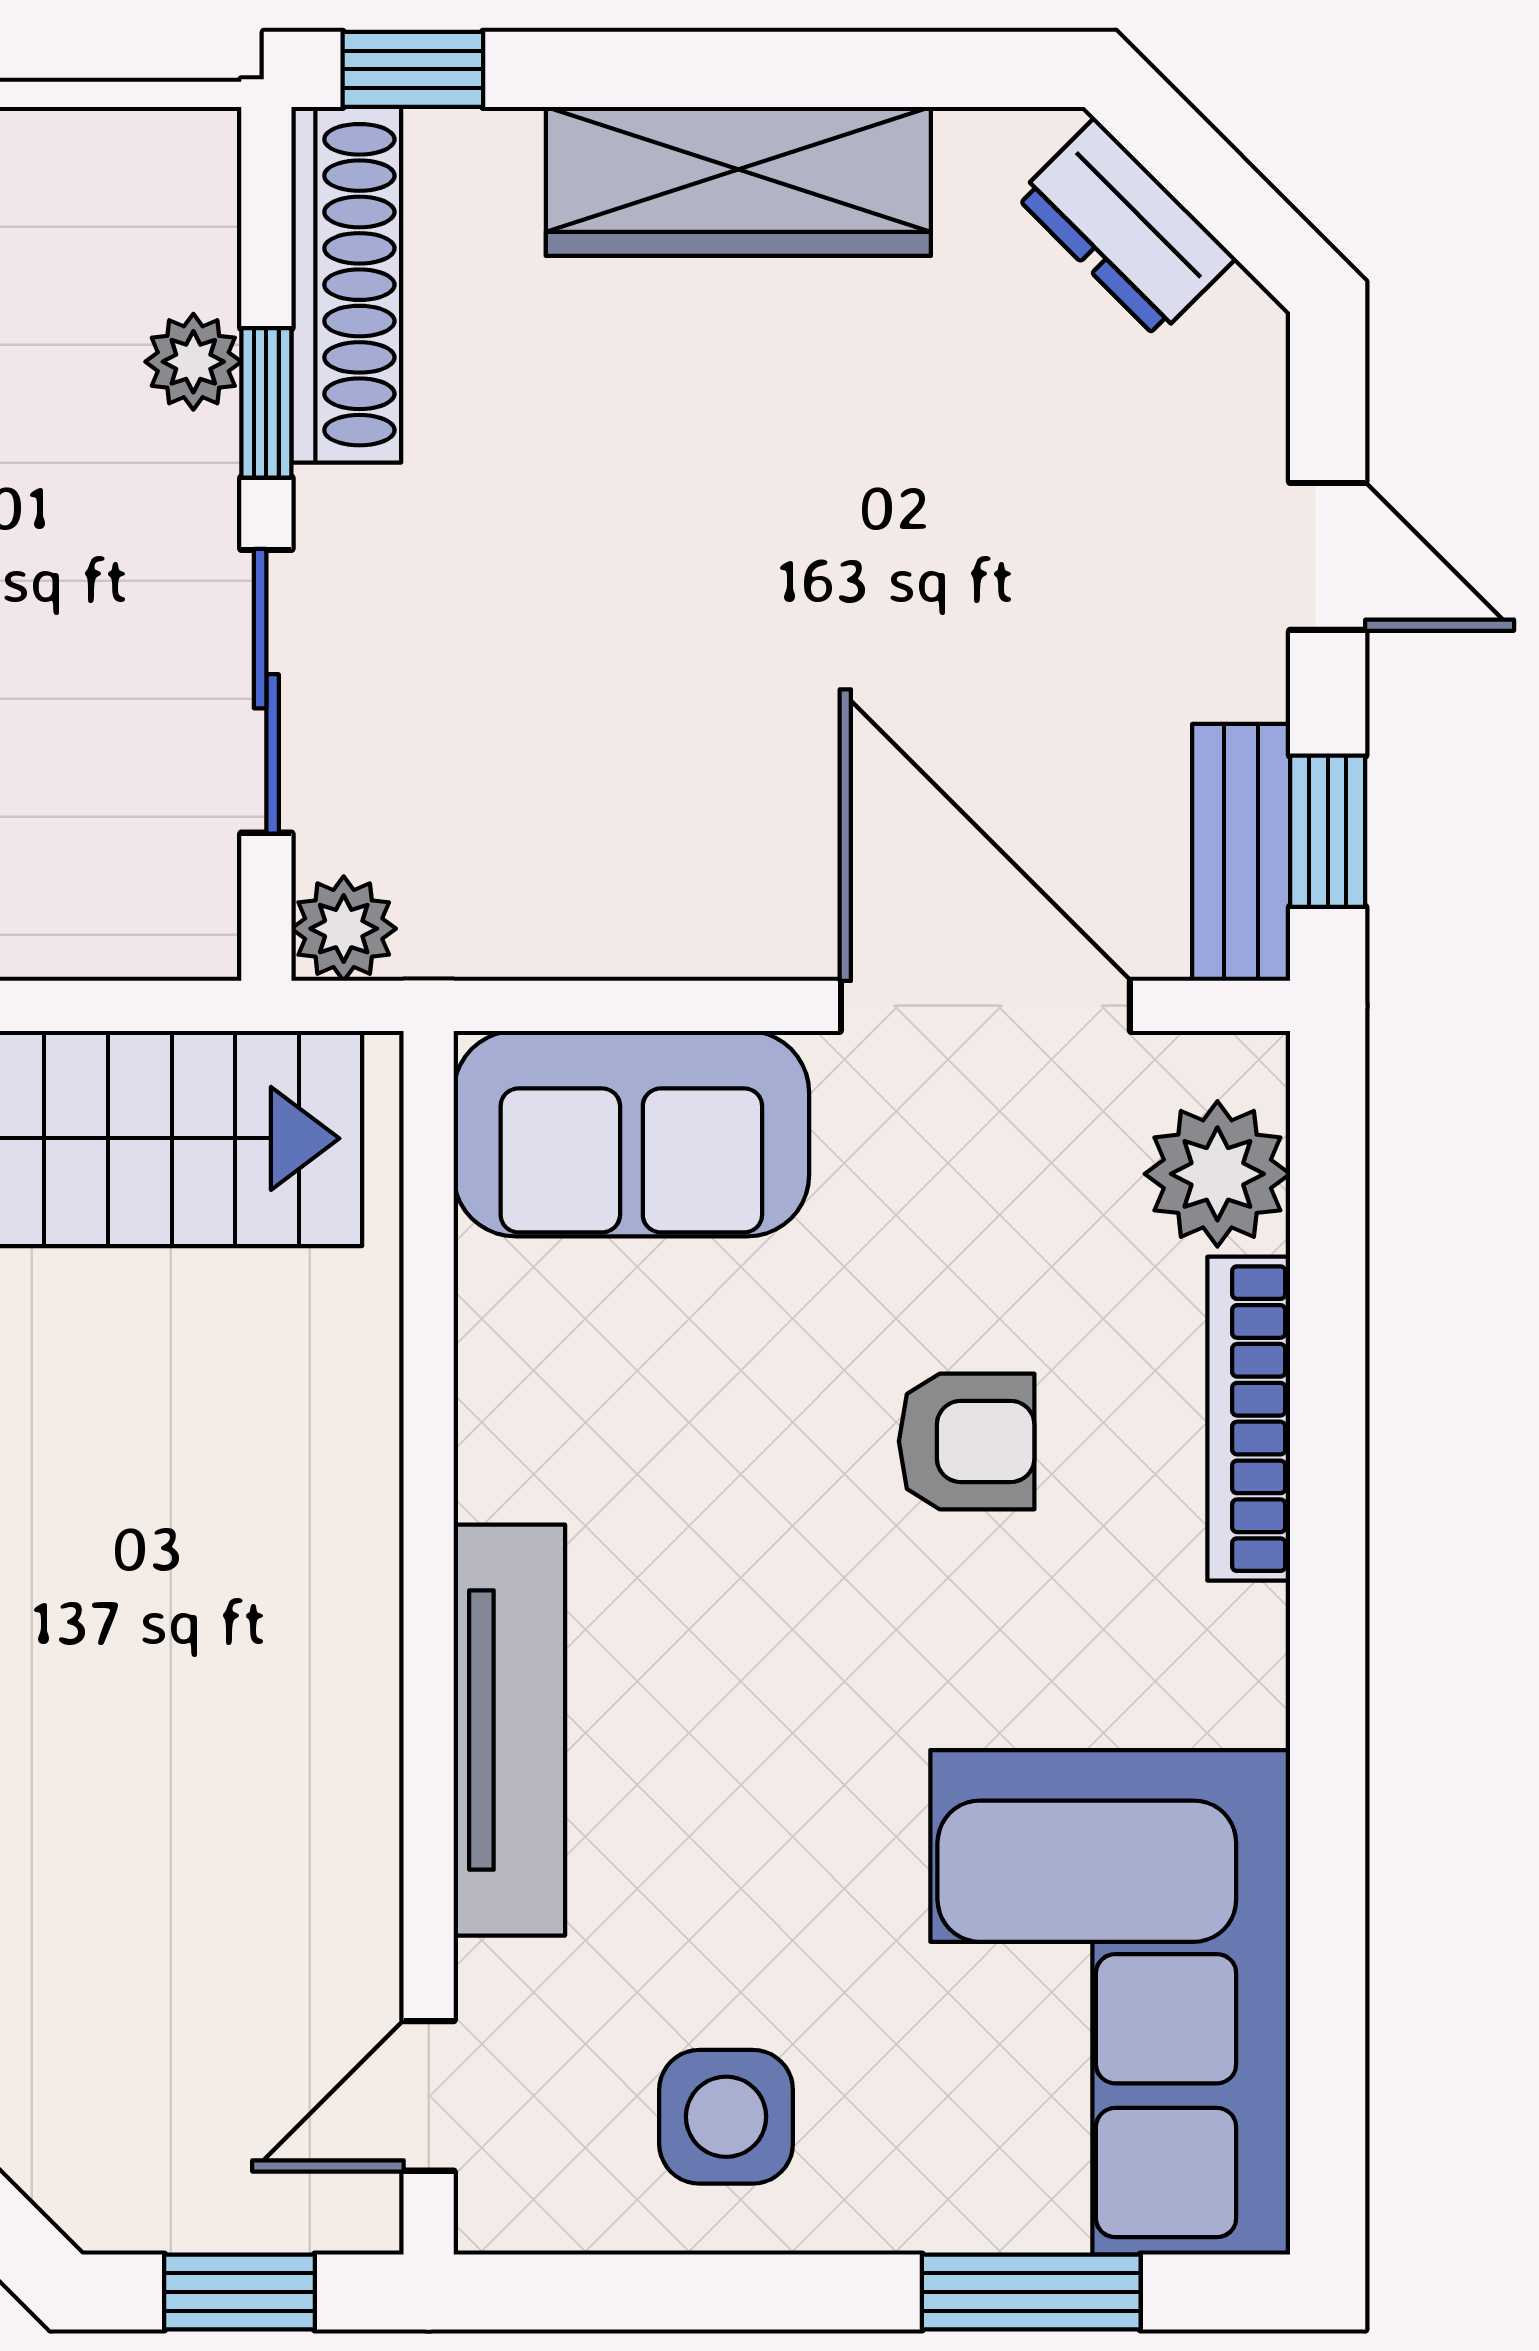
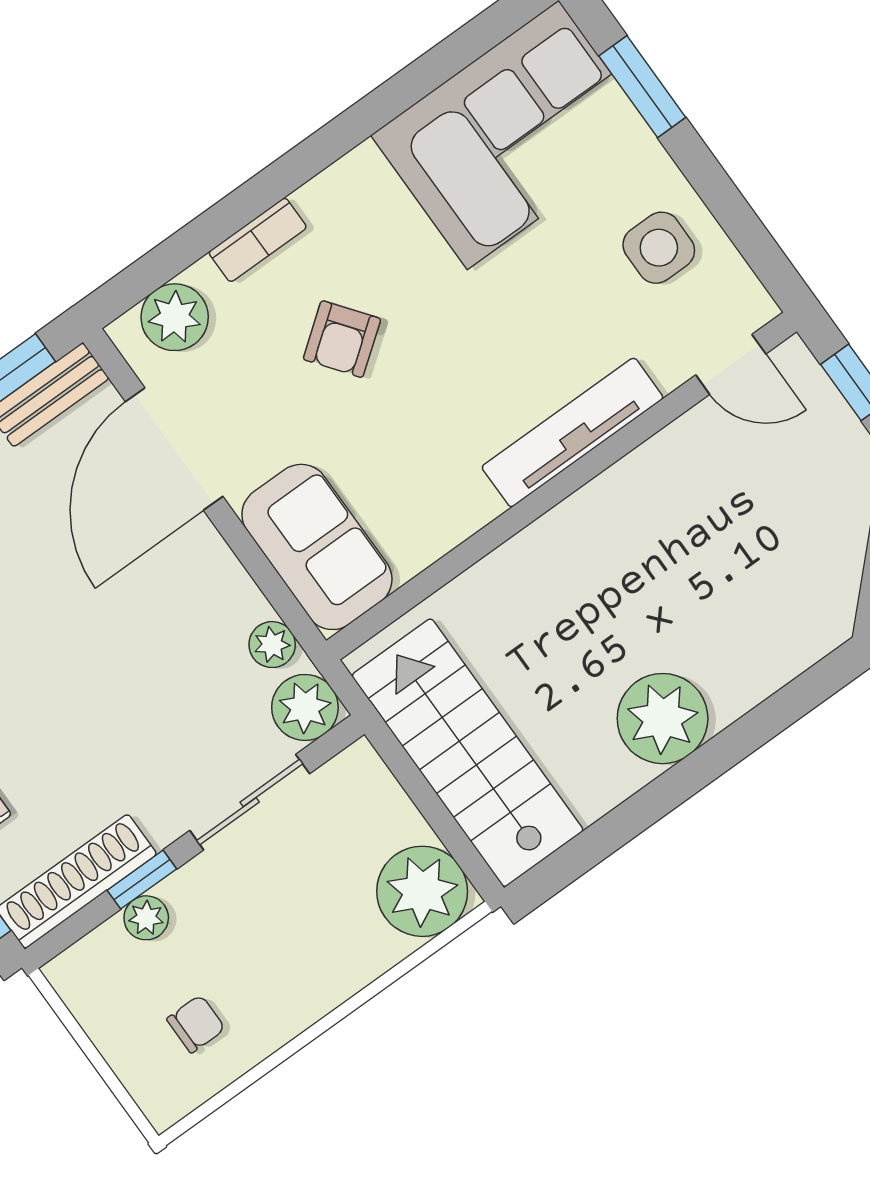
plant: (344, 929) -> (305, 707), width x1.38, depth x1.38
plant: (516, 931) -> (272, 645), added
bookcase: (1249, 1419) -> (258, 240), width x0.64
armchair: (967, 1441) -> (342, 339), turned -127

